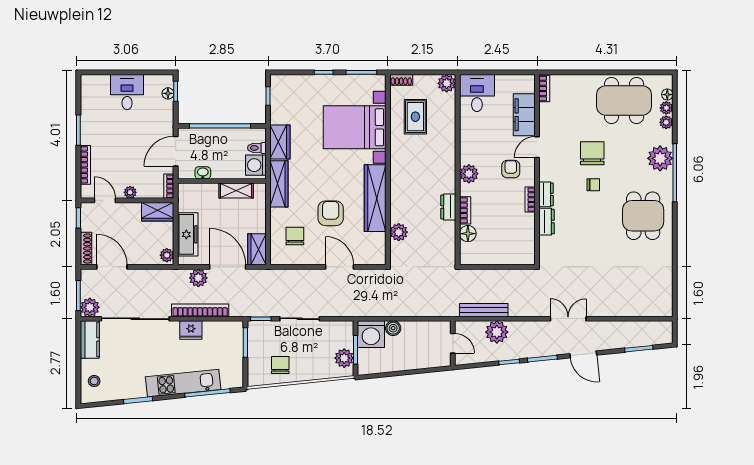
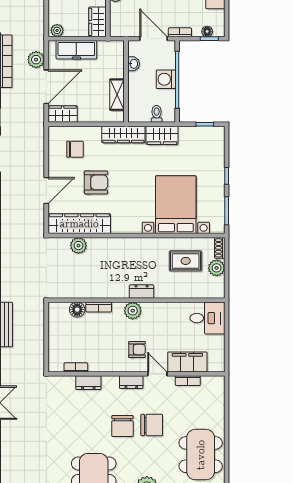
plant: (447, 83) -> (217, 268), moved
bookcase: (544, 88) -> (188, 381), moved
washing machine: (256, 165) -> (166, 79), moved, turned -90
chair: (593, 185) -> (122, 426), width x1.87, depth x1.87
bookcase: (169, 186) -> (180, 32), moved
dresser: (546, 194) -> (131, 382), moved
wardrobe: (375, 198) -> (79, 224), moved
bookcase: (530, 200) -> (76, 367), moved
dresser: (448, 207) -> (142, 292), moved

